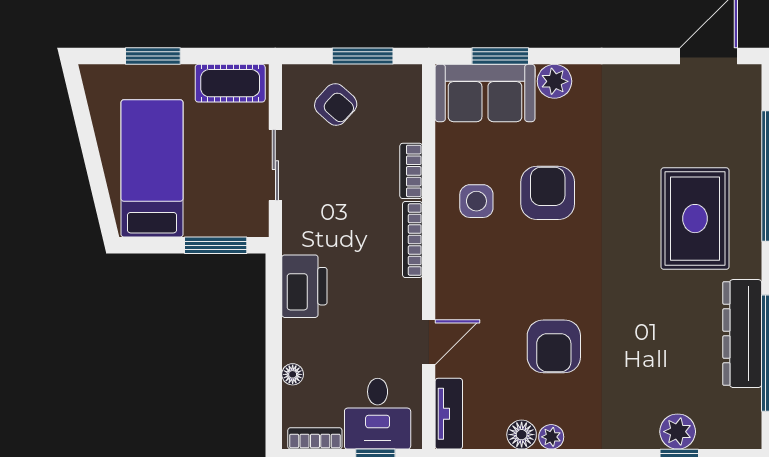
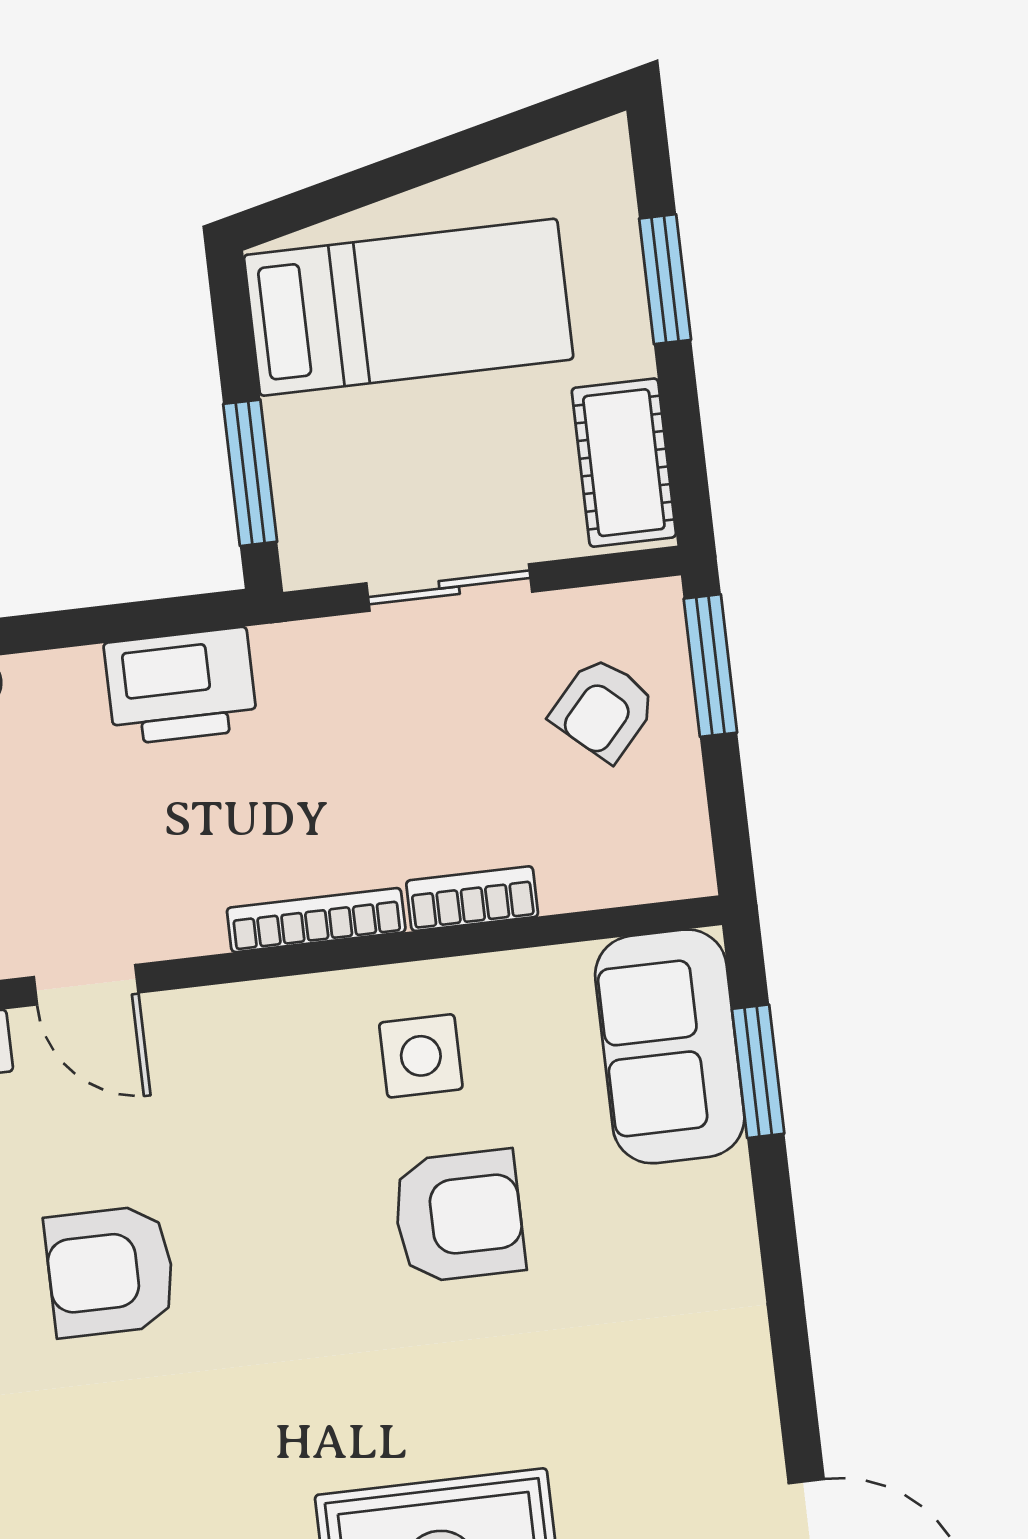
window: (363, 56) -> (710, 666), moved
plant: (554, 81) -> (715, 1202), removed

